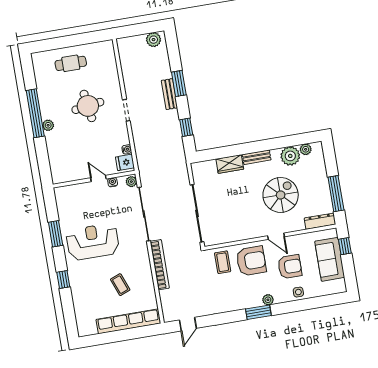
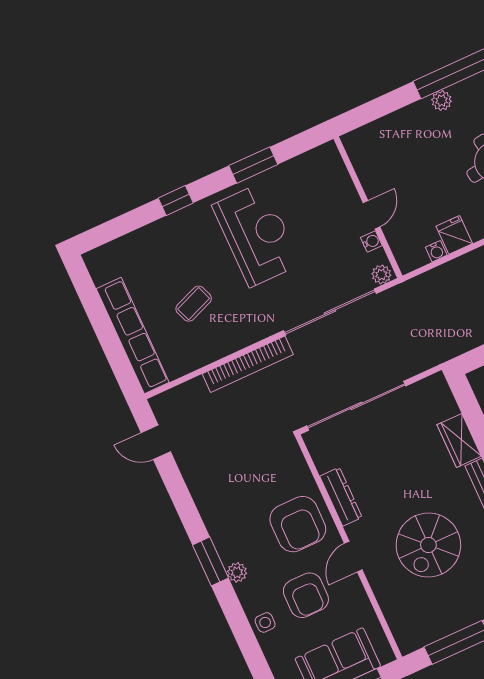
fridge: (125, 162) -> (454, 235), moved
spiral stairs: (281, 195) -> (428, 545), turned 90
dresser: (320, 221) -> (341, 497), moved
coffee table: (223, 262) -> (282, 474), removed

